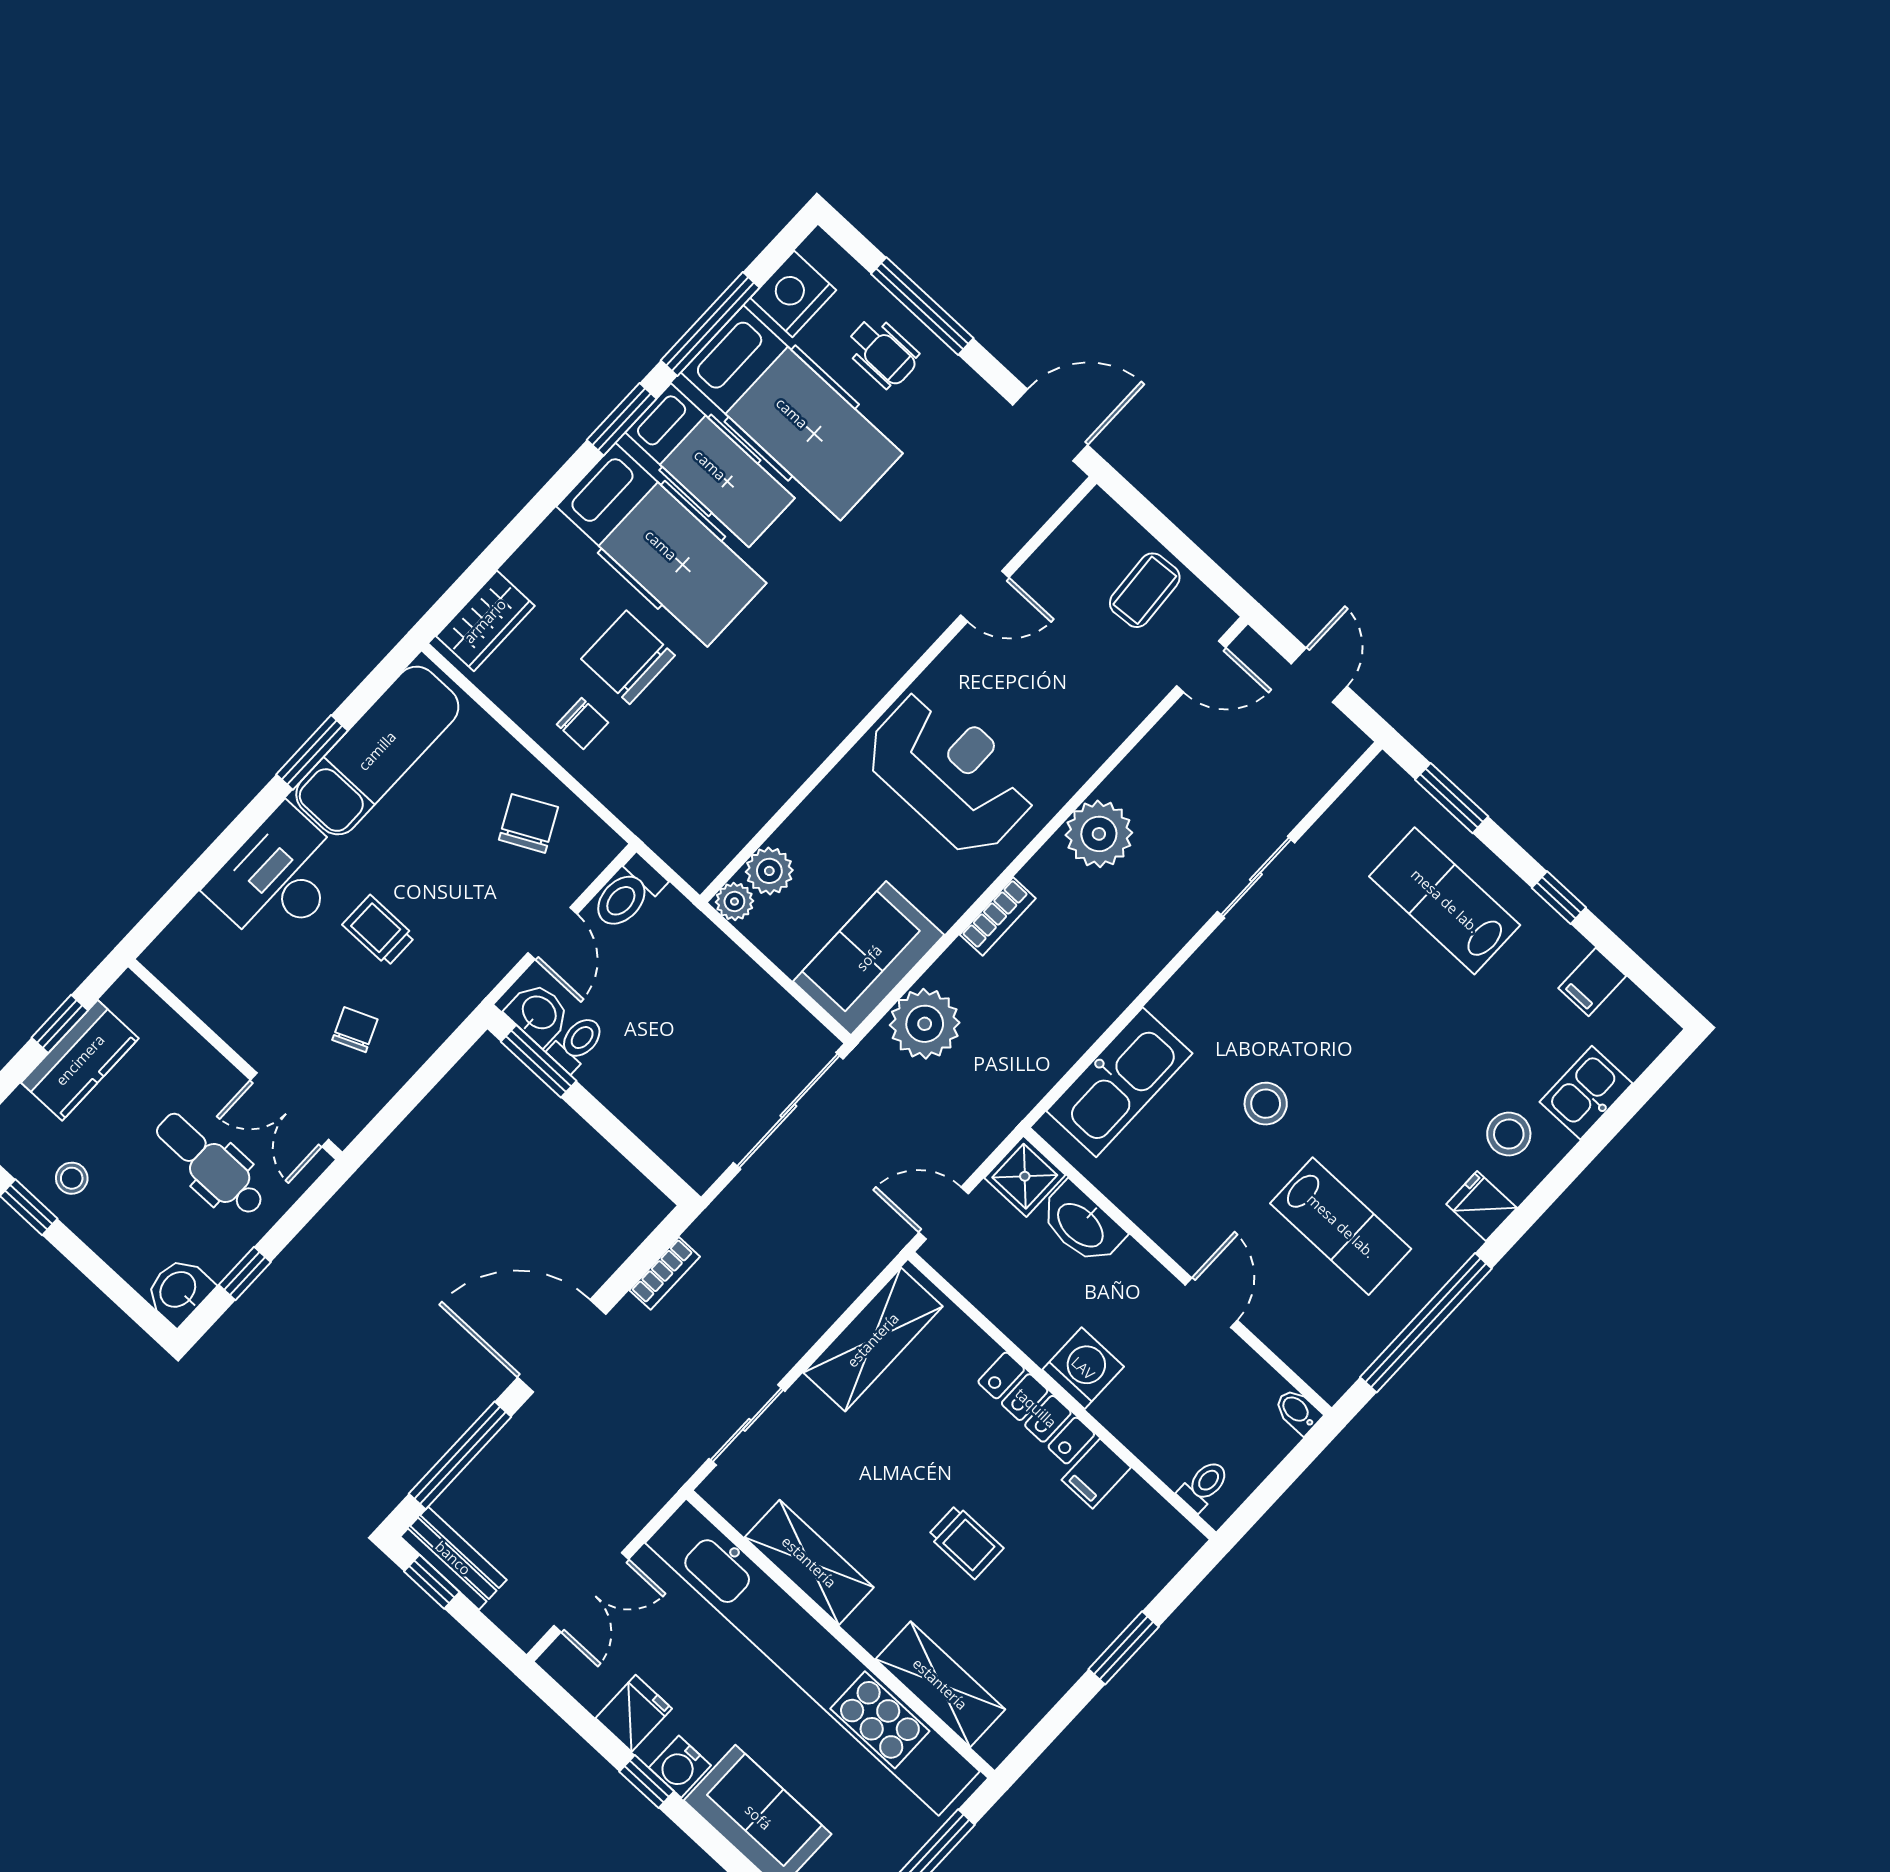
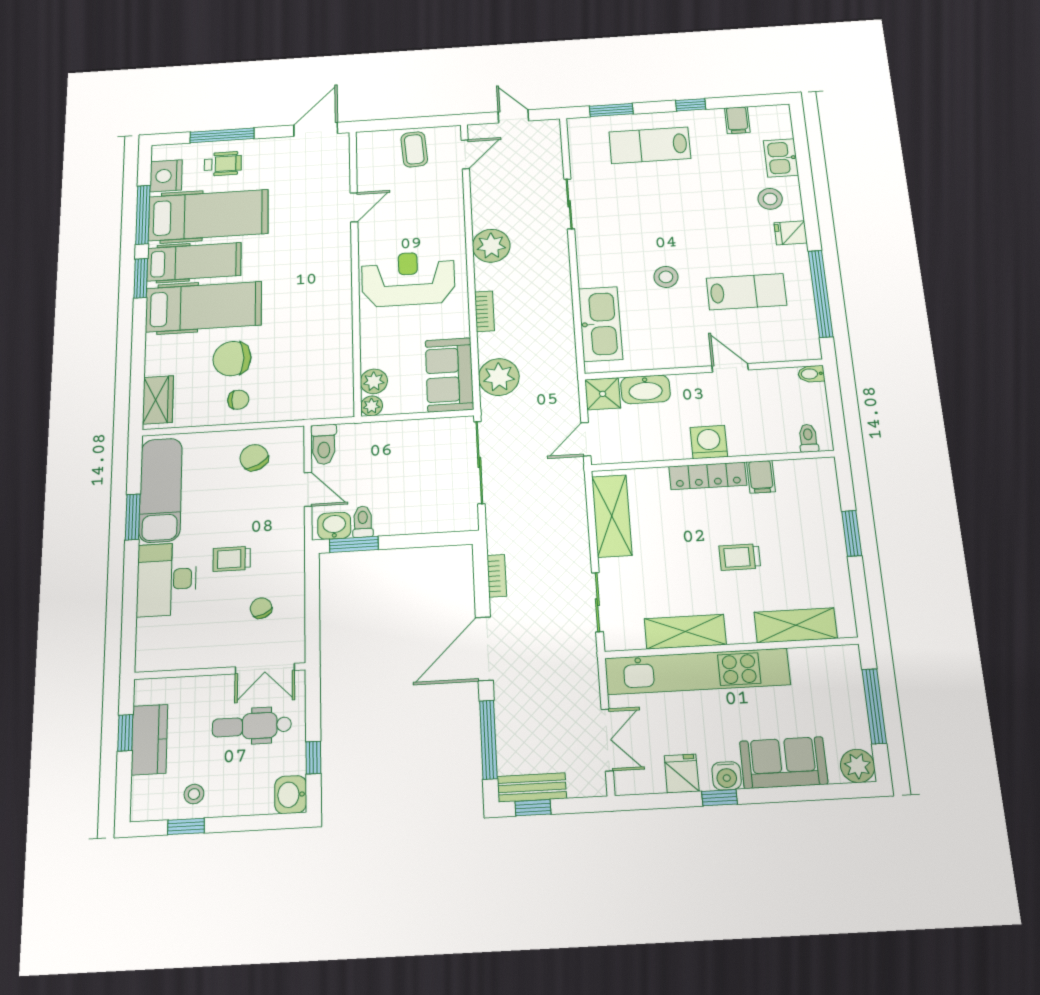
trolley: (966, 1542) -> (740, 557), turned 180
kitchen unit: (812, 1657) -> (697, 671), width x0.73

